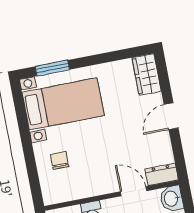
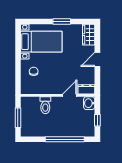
window: (52, 68) -> (62, 22), moved
door: (133, 191) -> (70, 95), hinge flipped

